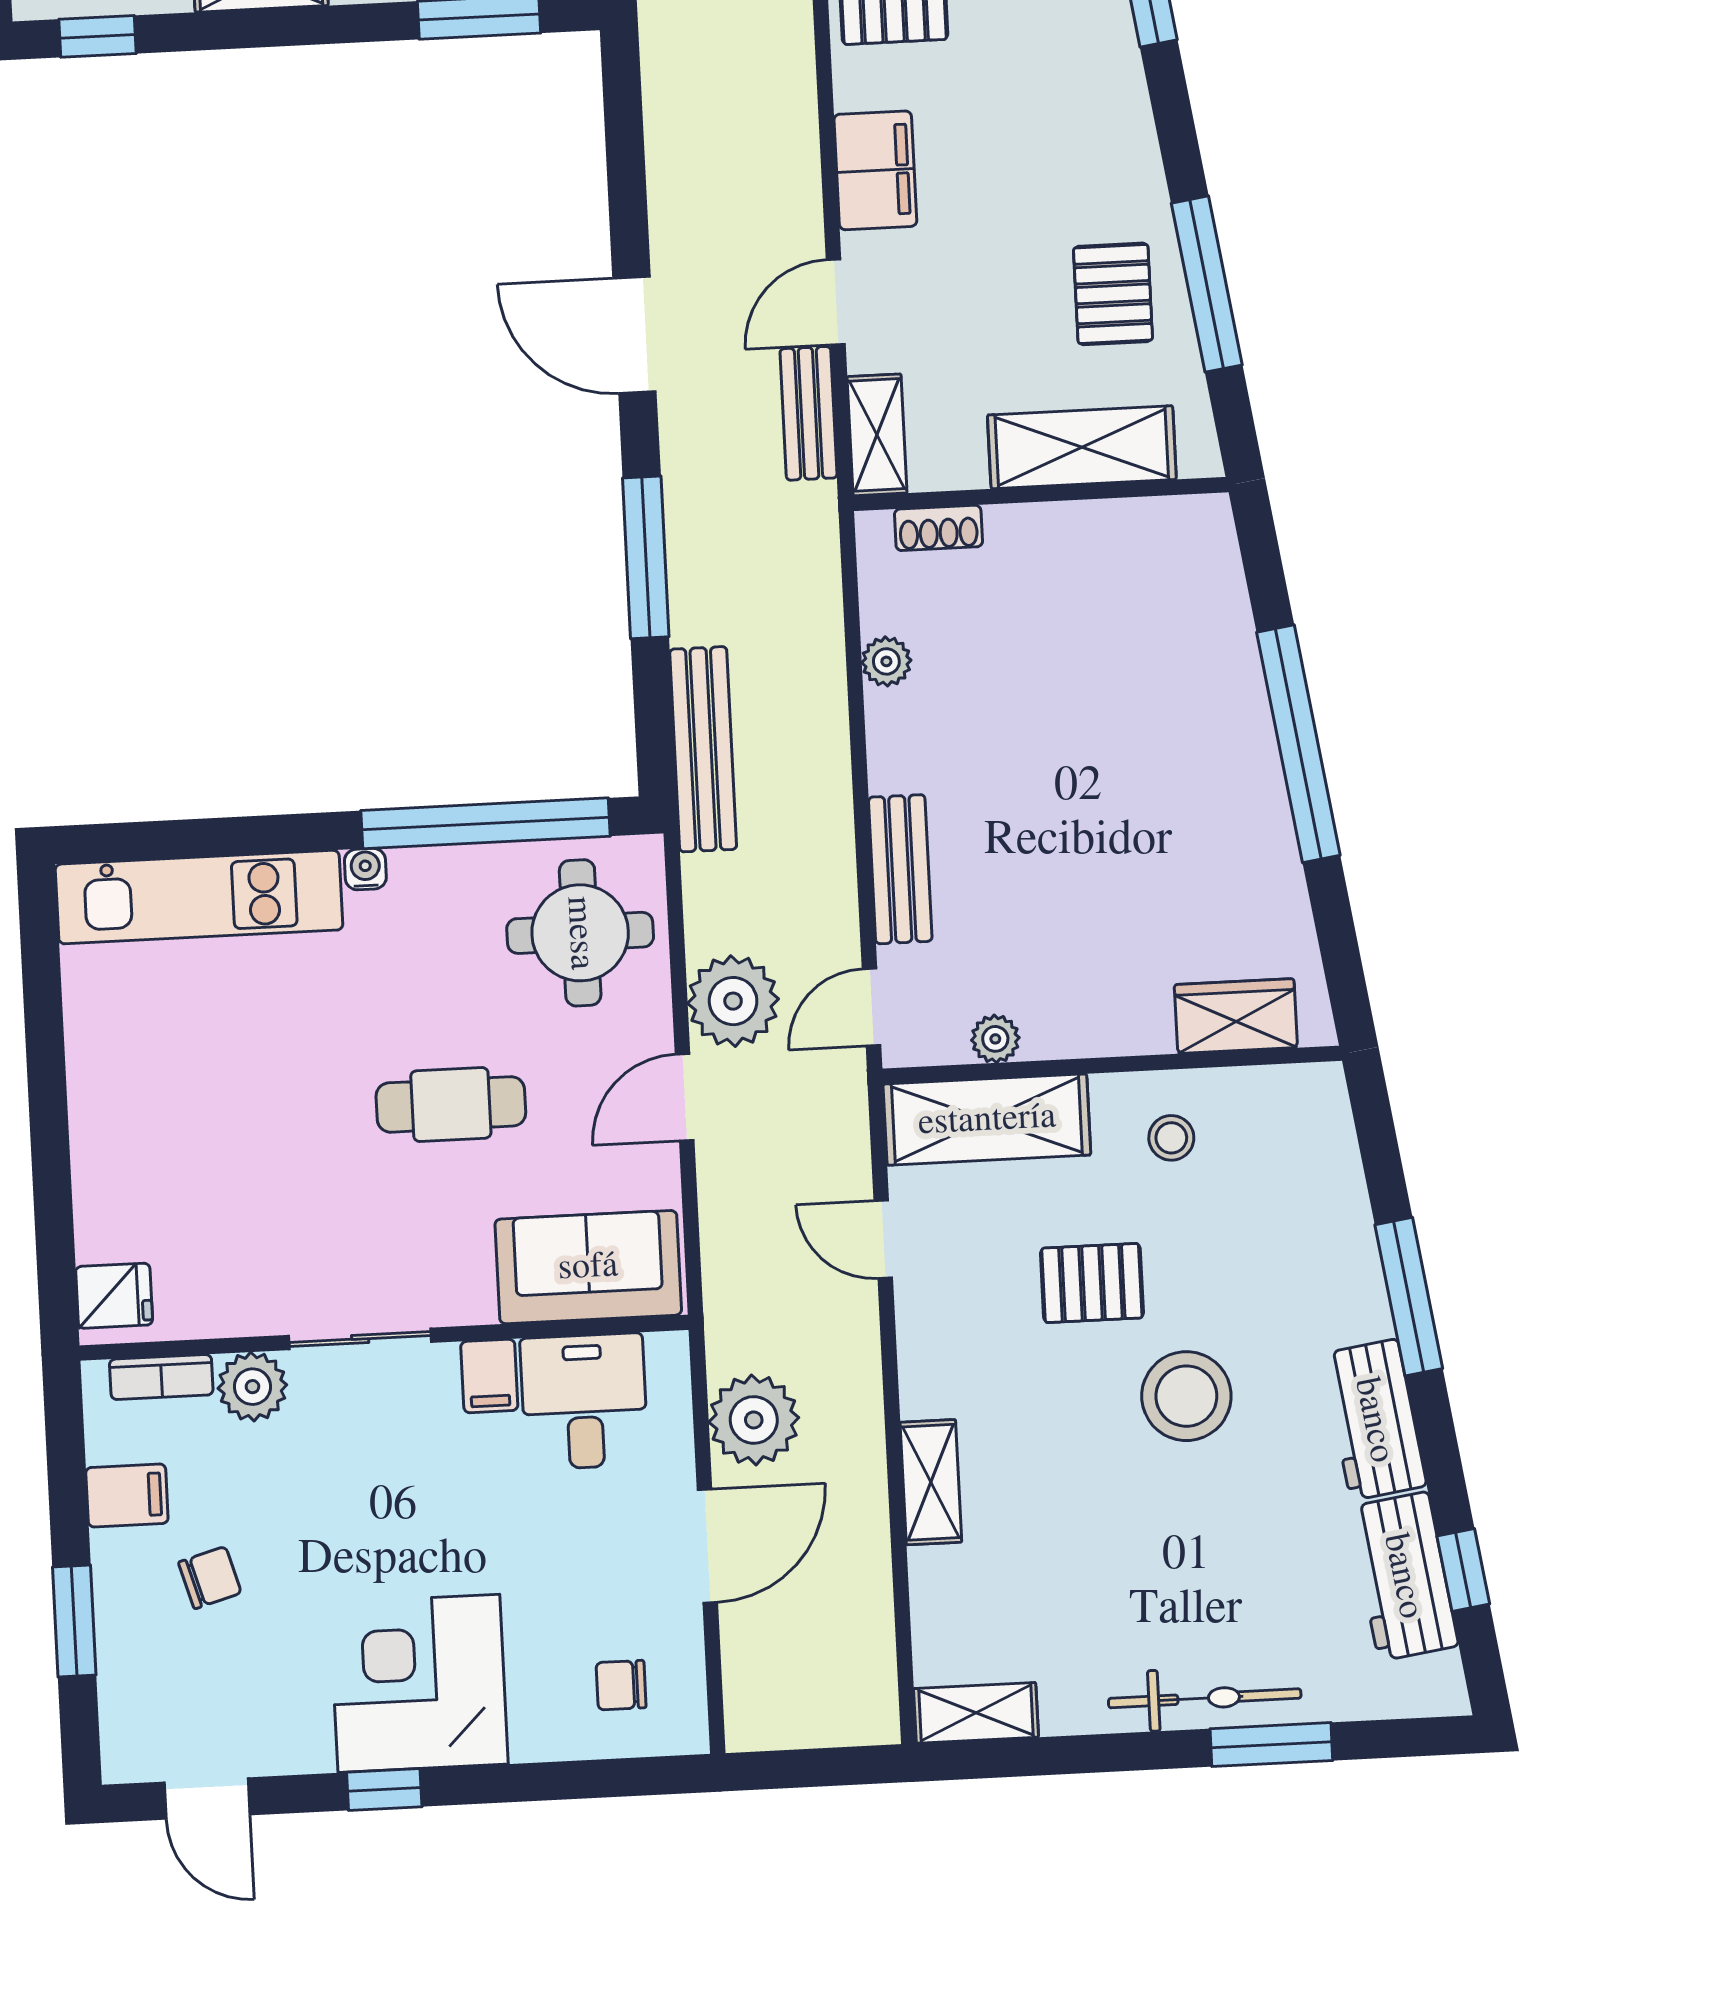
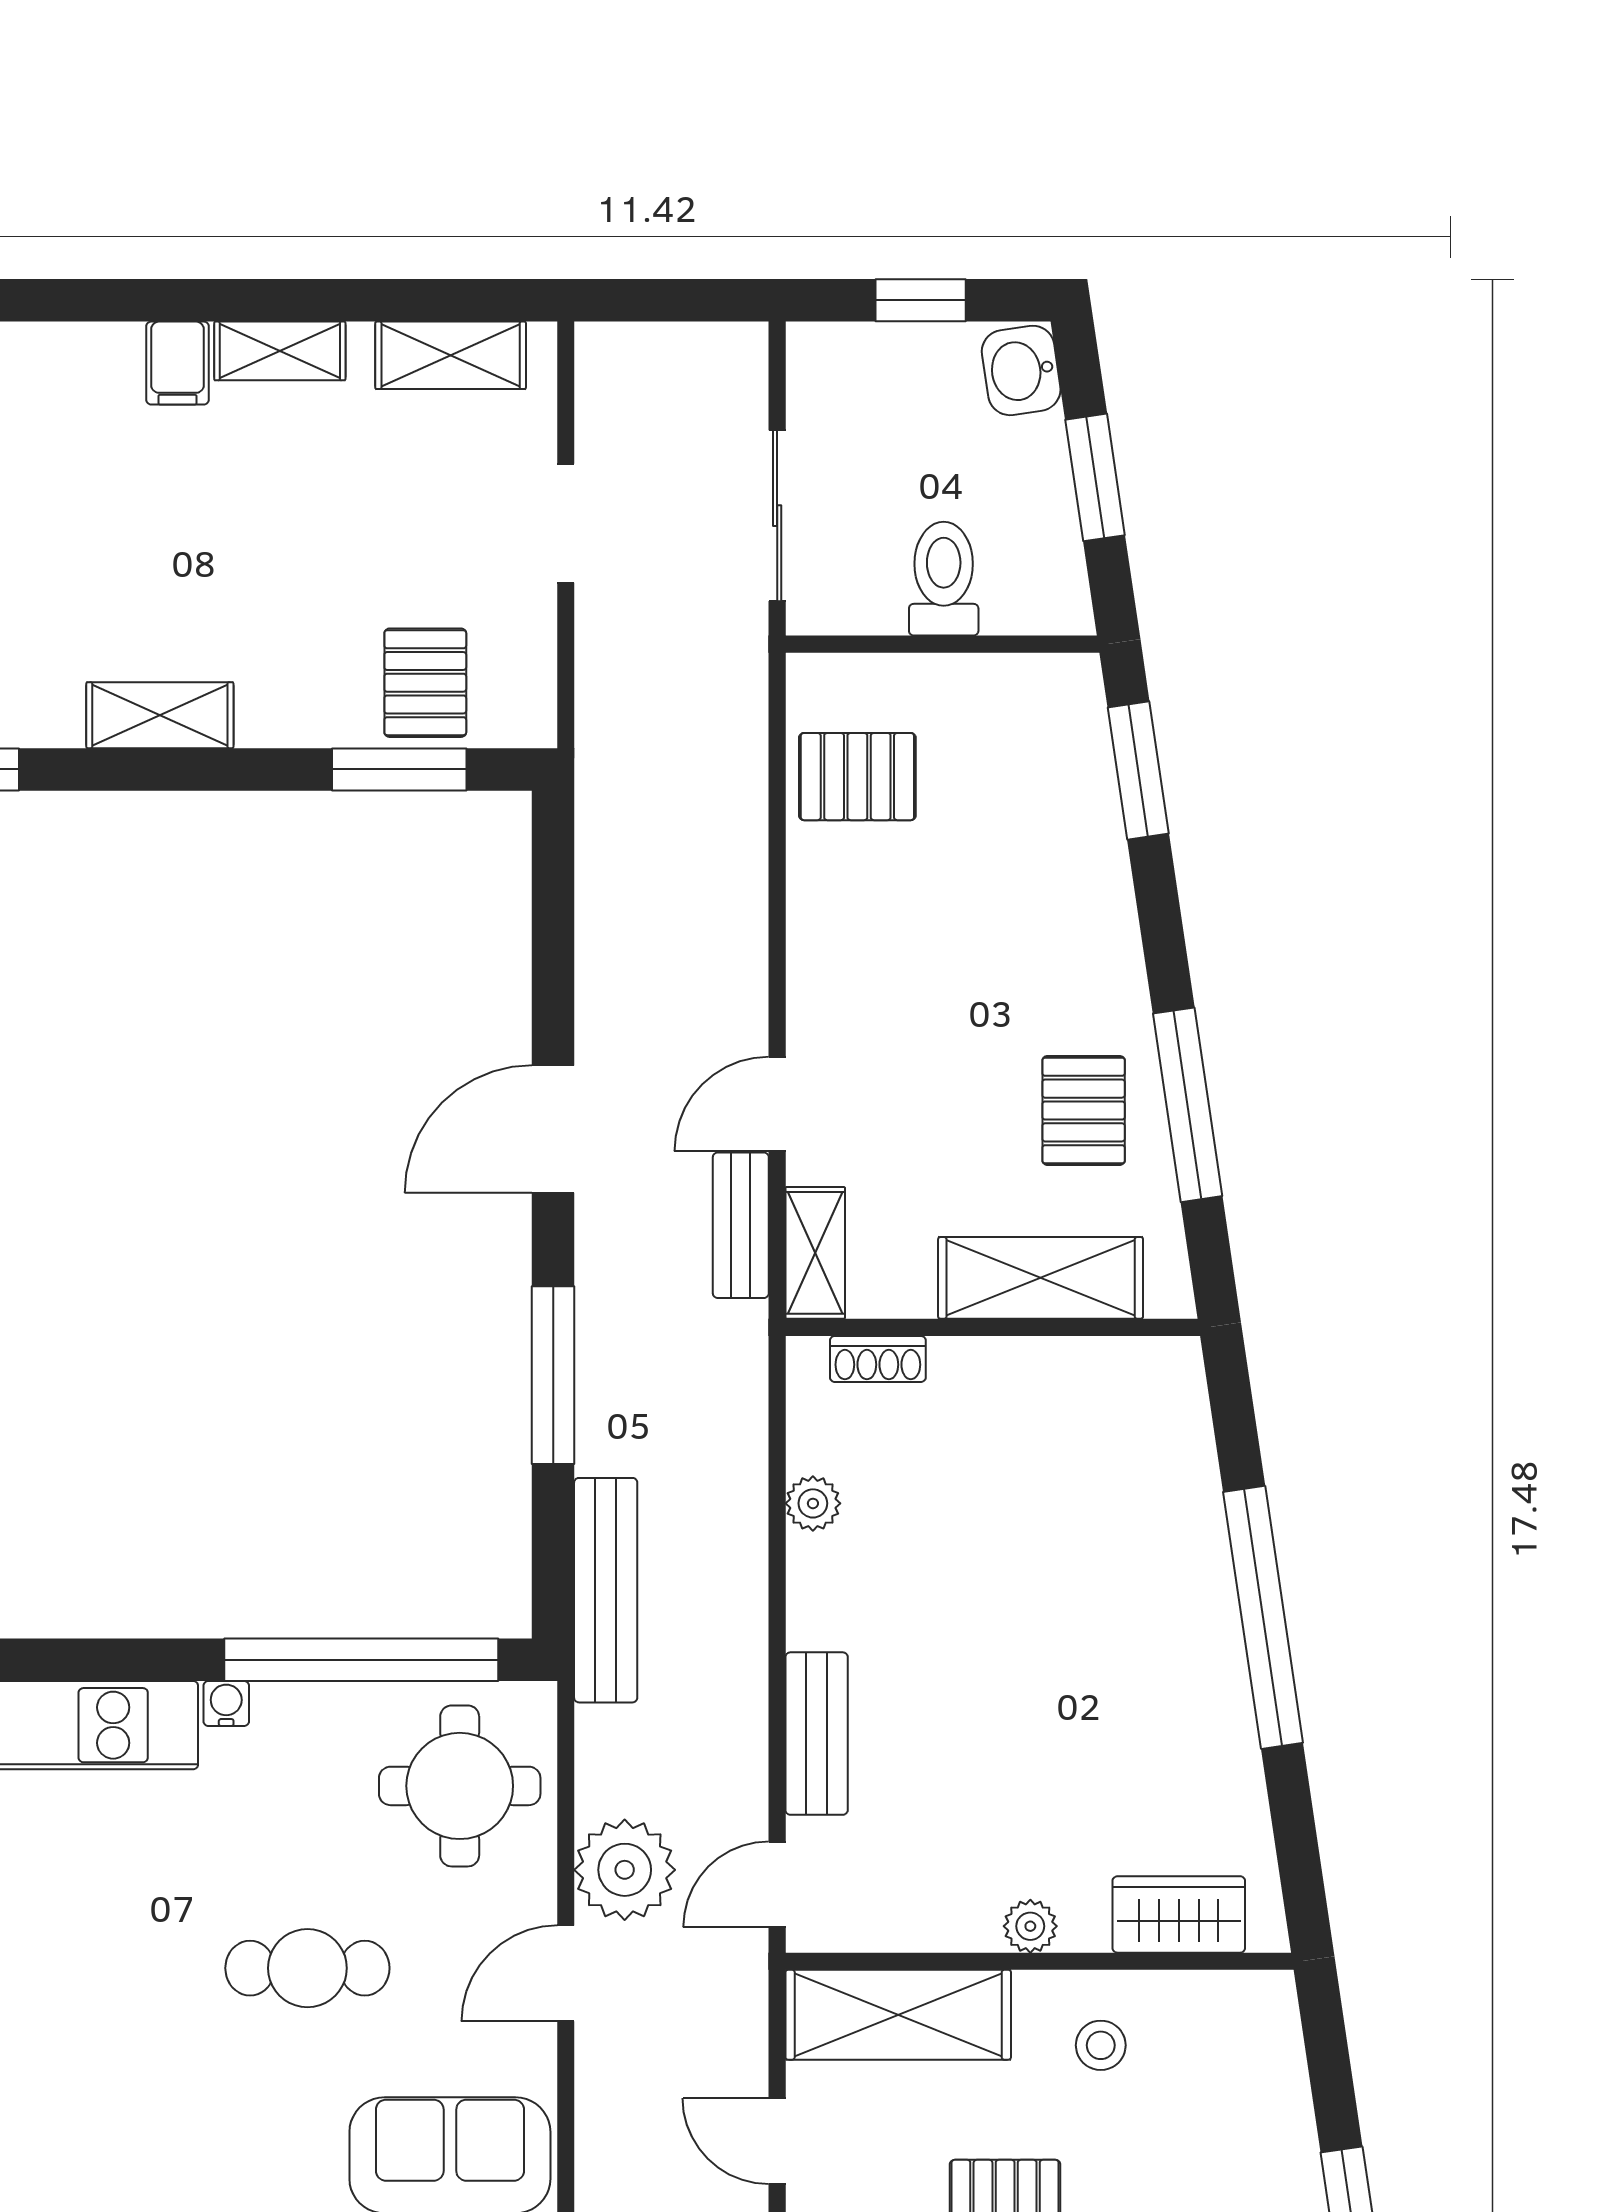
filing cabinet: (875, 170) -> (828, 961), removed
door: (634, 335) -> (553, 1129), hinge flipped
plant: (995, 1039) -> (1030, 1926), moved

